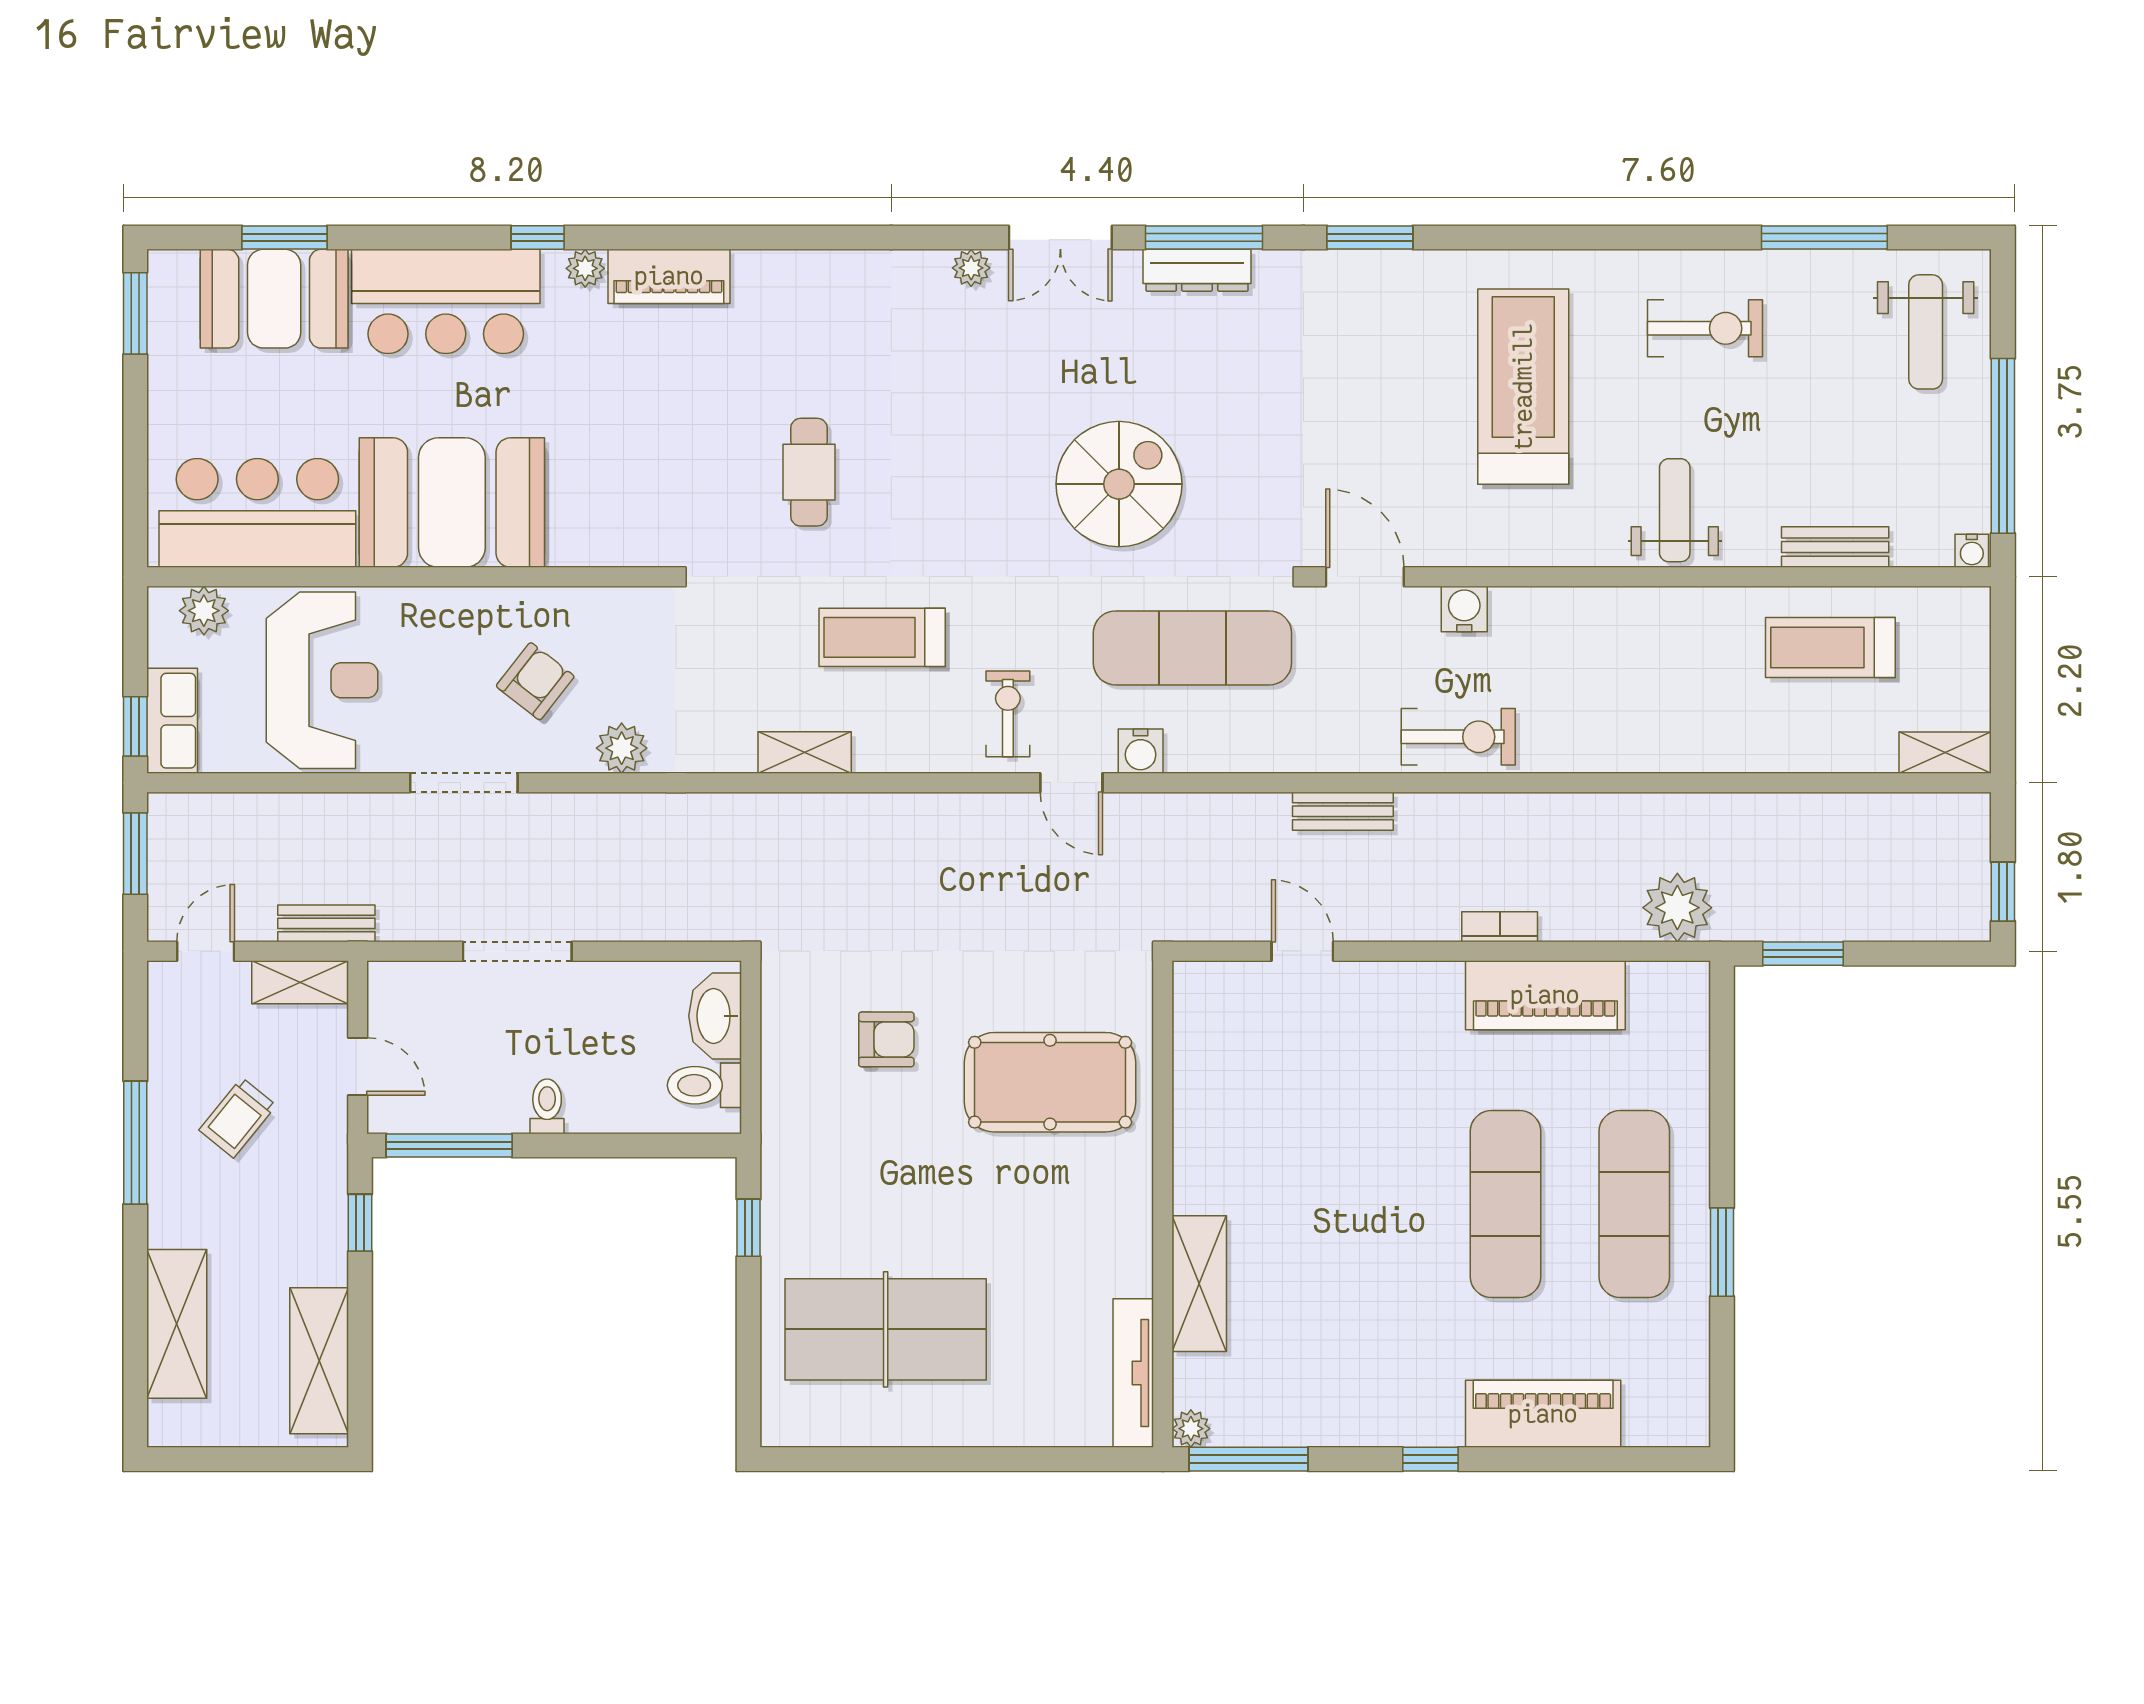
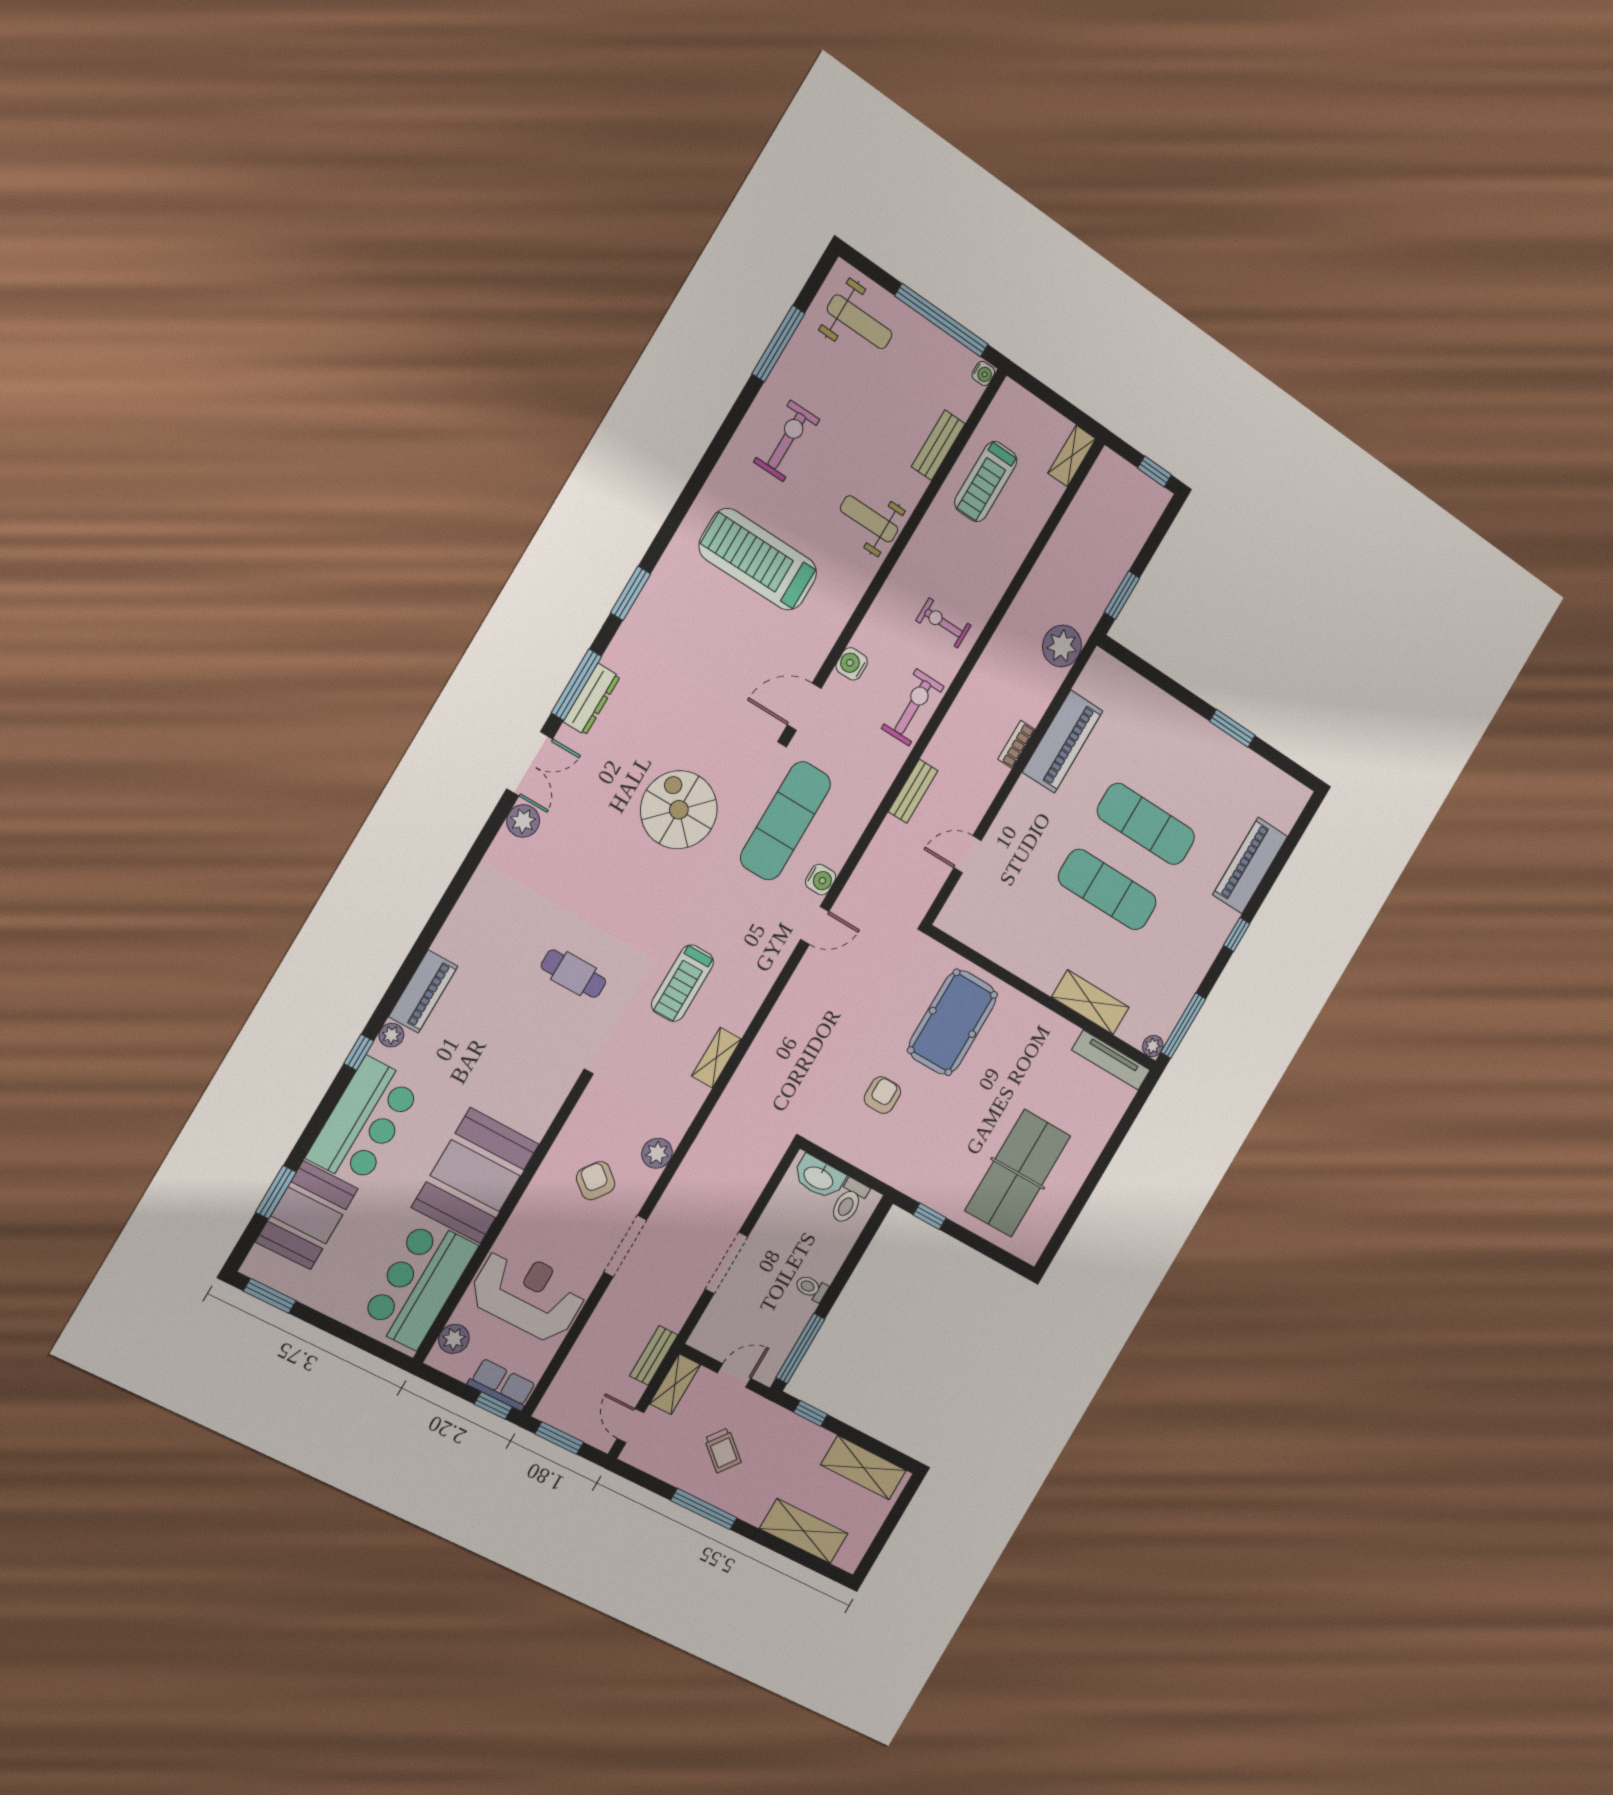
plant: (971, 268) -> (523, 821), width x1.38, depth x1.38
exercise bike: (1008, 714) -> (943, 623), moved
exercise mat: (1634, 1204) -> (1107, 890), moved

